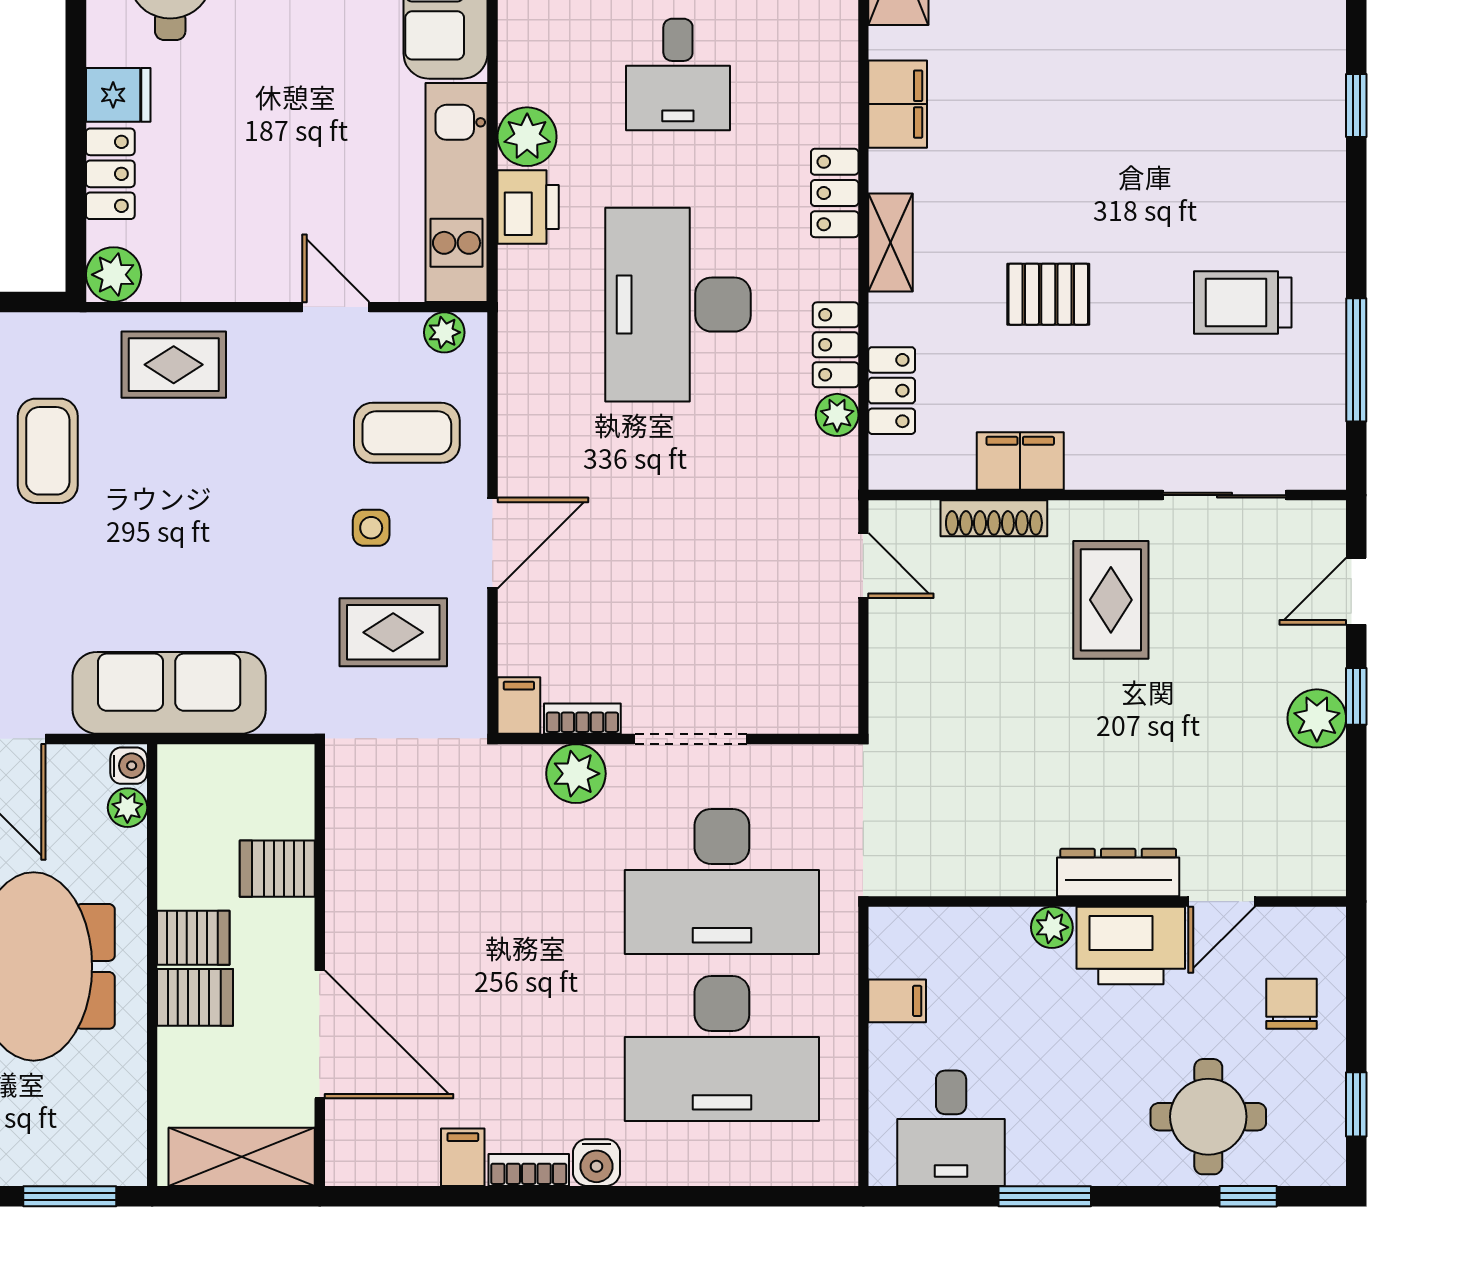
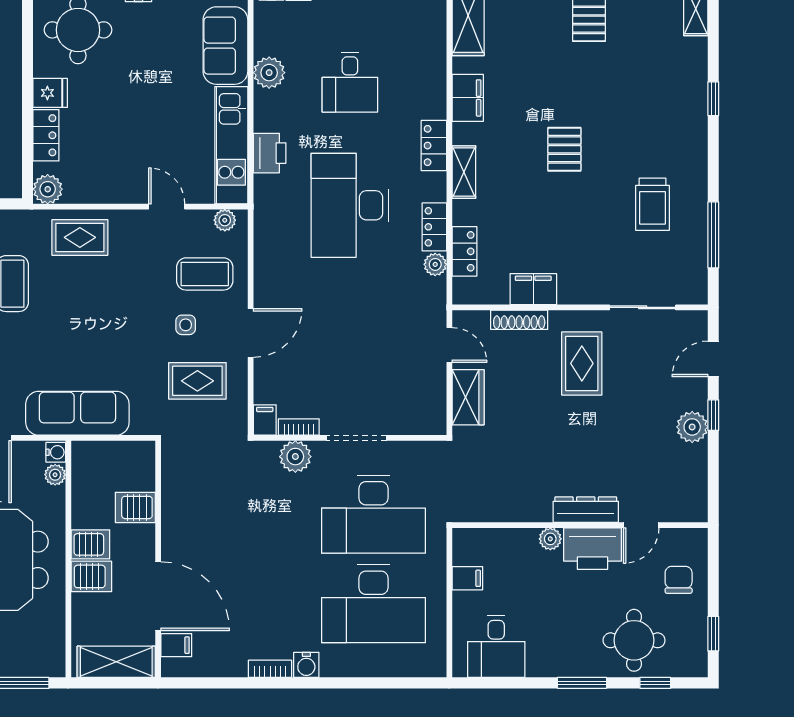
plant: (527, 137) -> (269, 73), moved
pallet: (1048, 294) -> (564, 149), moved, turned 90
trolley: (1243, 303) -> (652, 204), turned -90
wardrobe: (898, 663) -> (468, 397), added
filing cabinet: (463, 1157) -> (176, 645), moved, turned 90
window: (1045, 1196) -> (582, 683), moved

